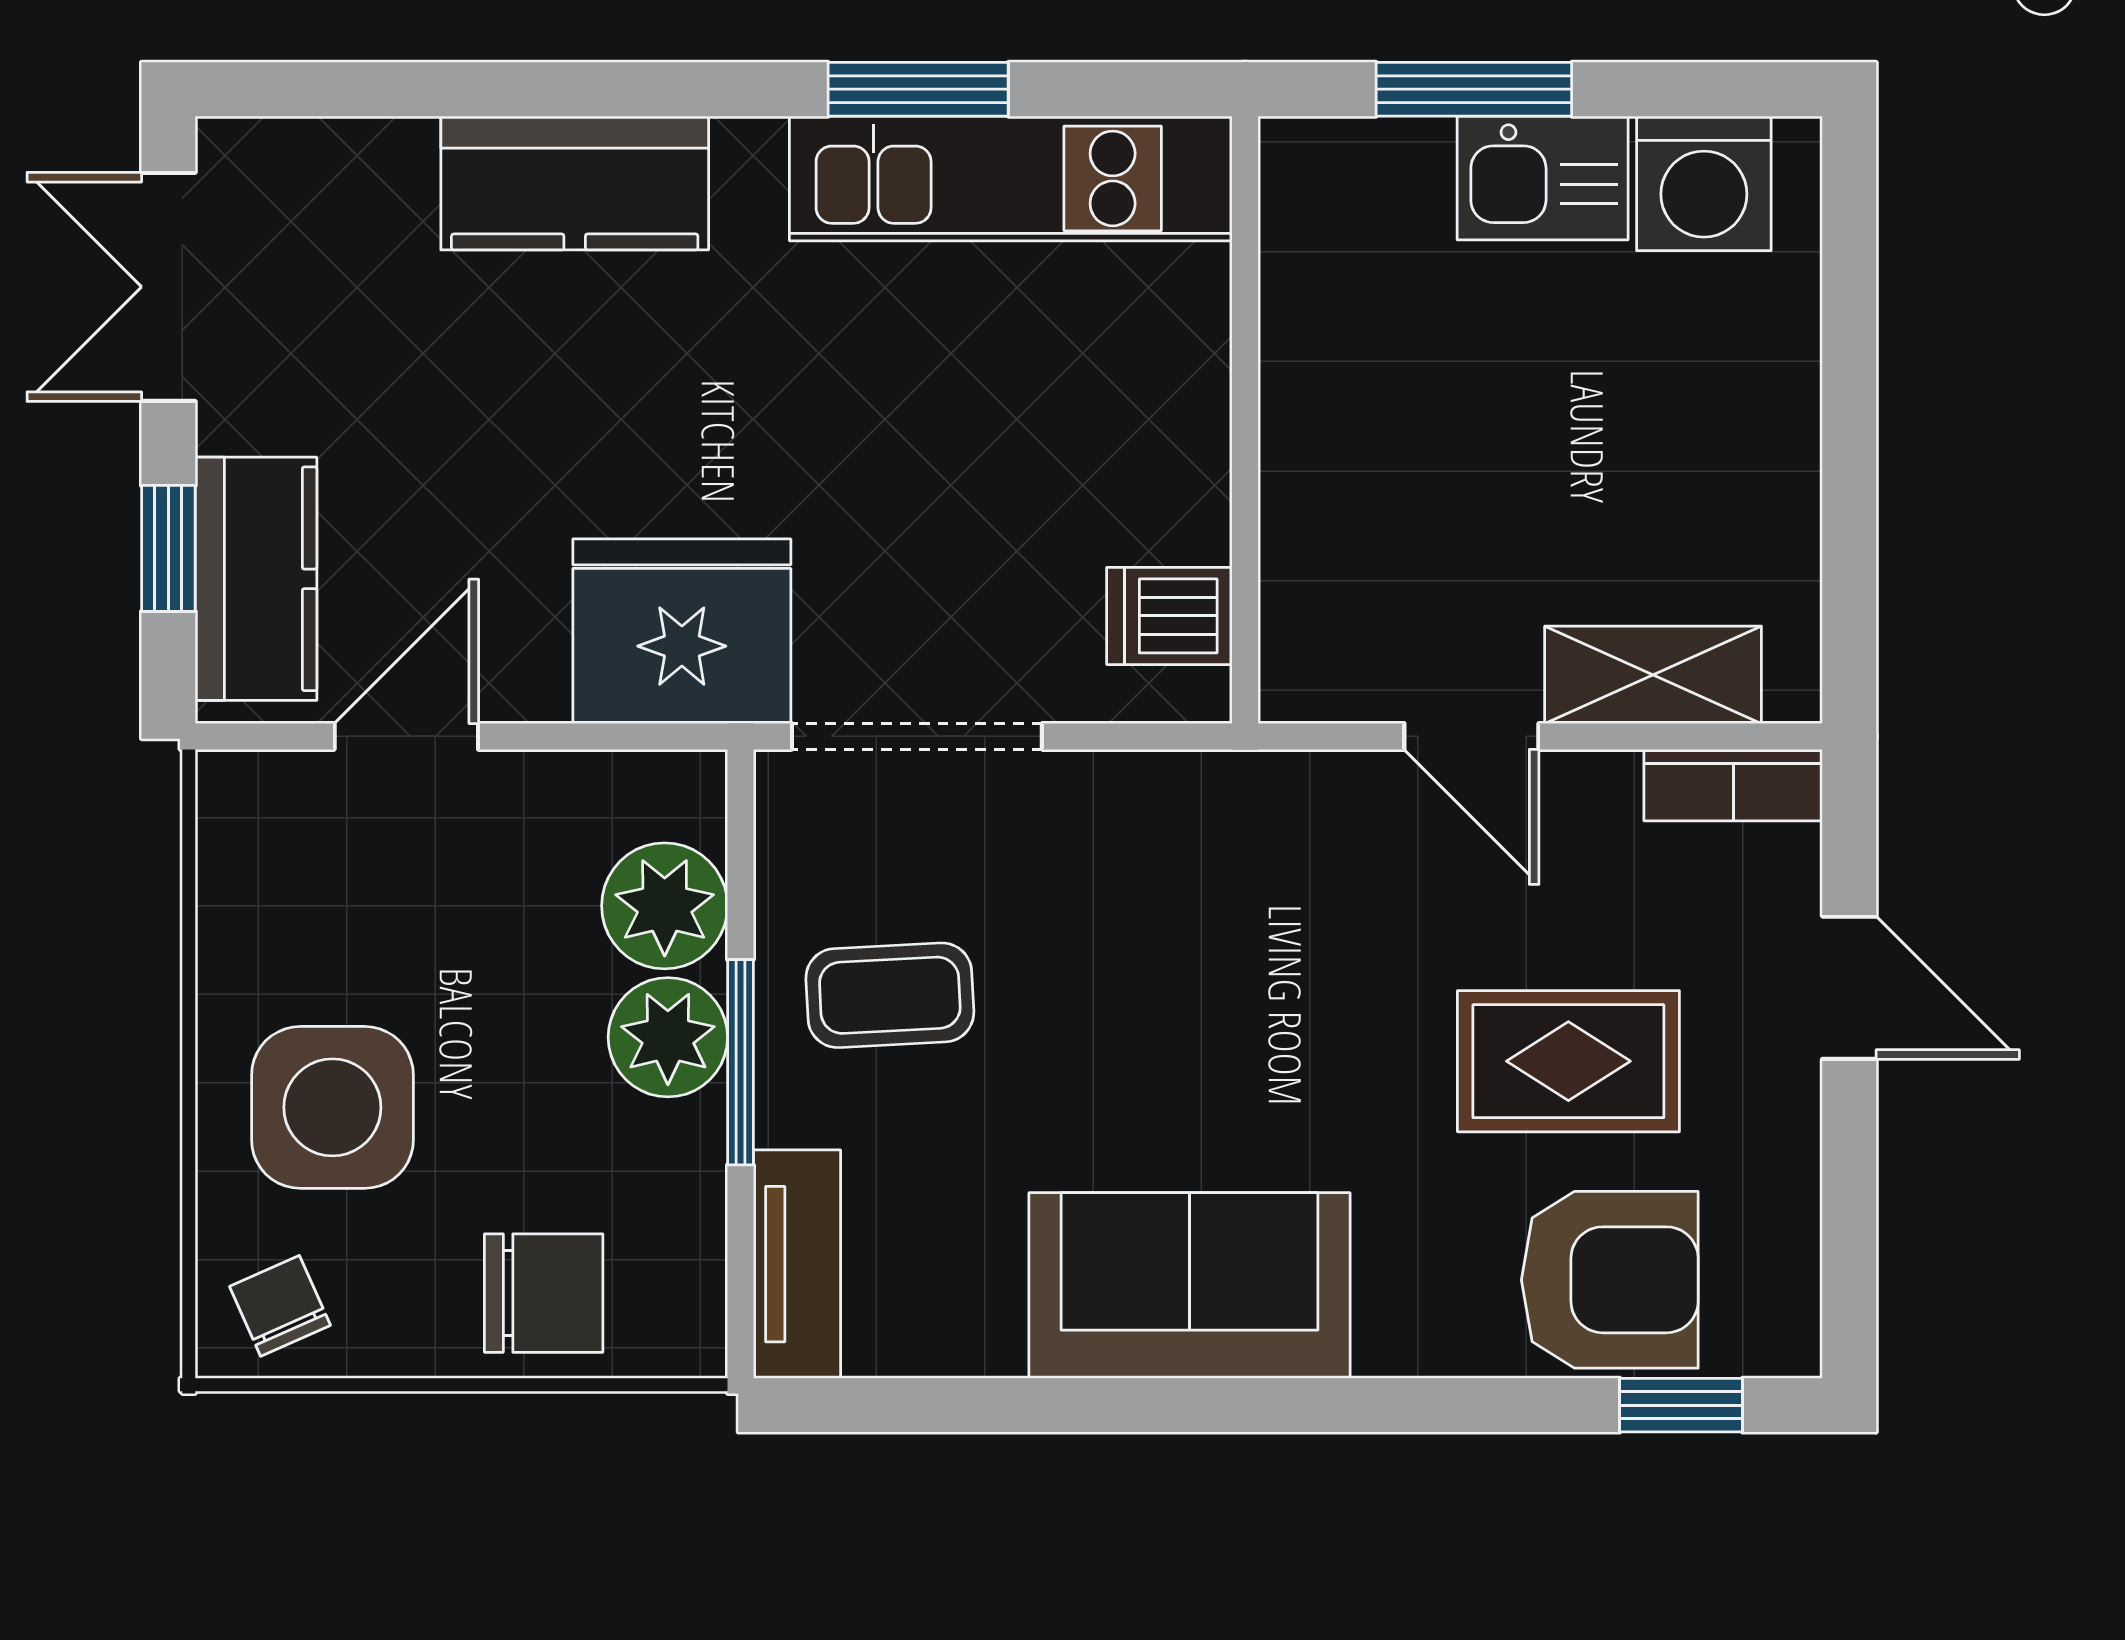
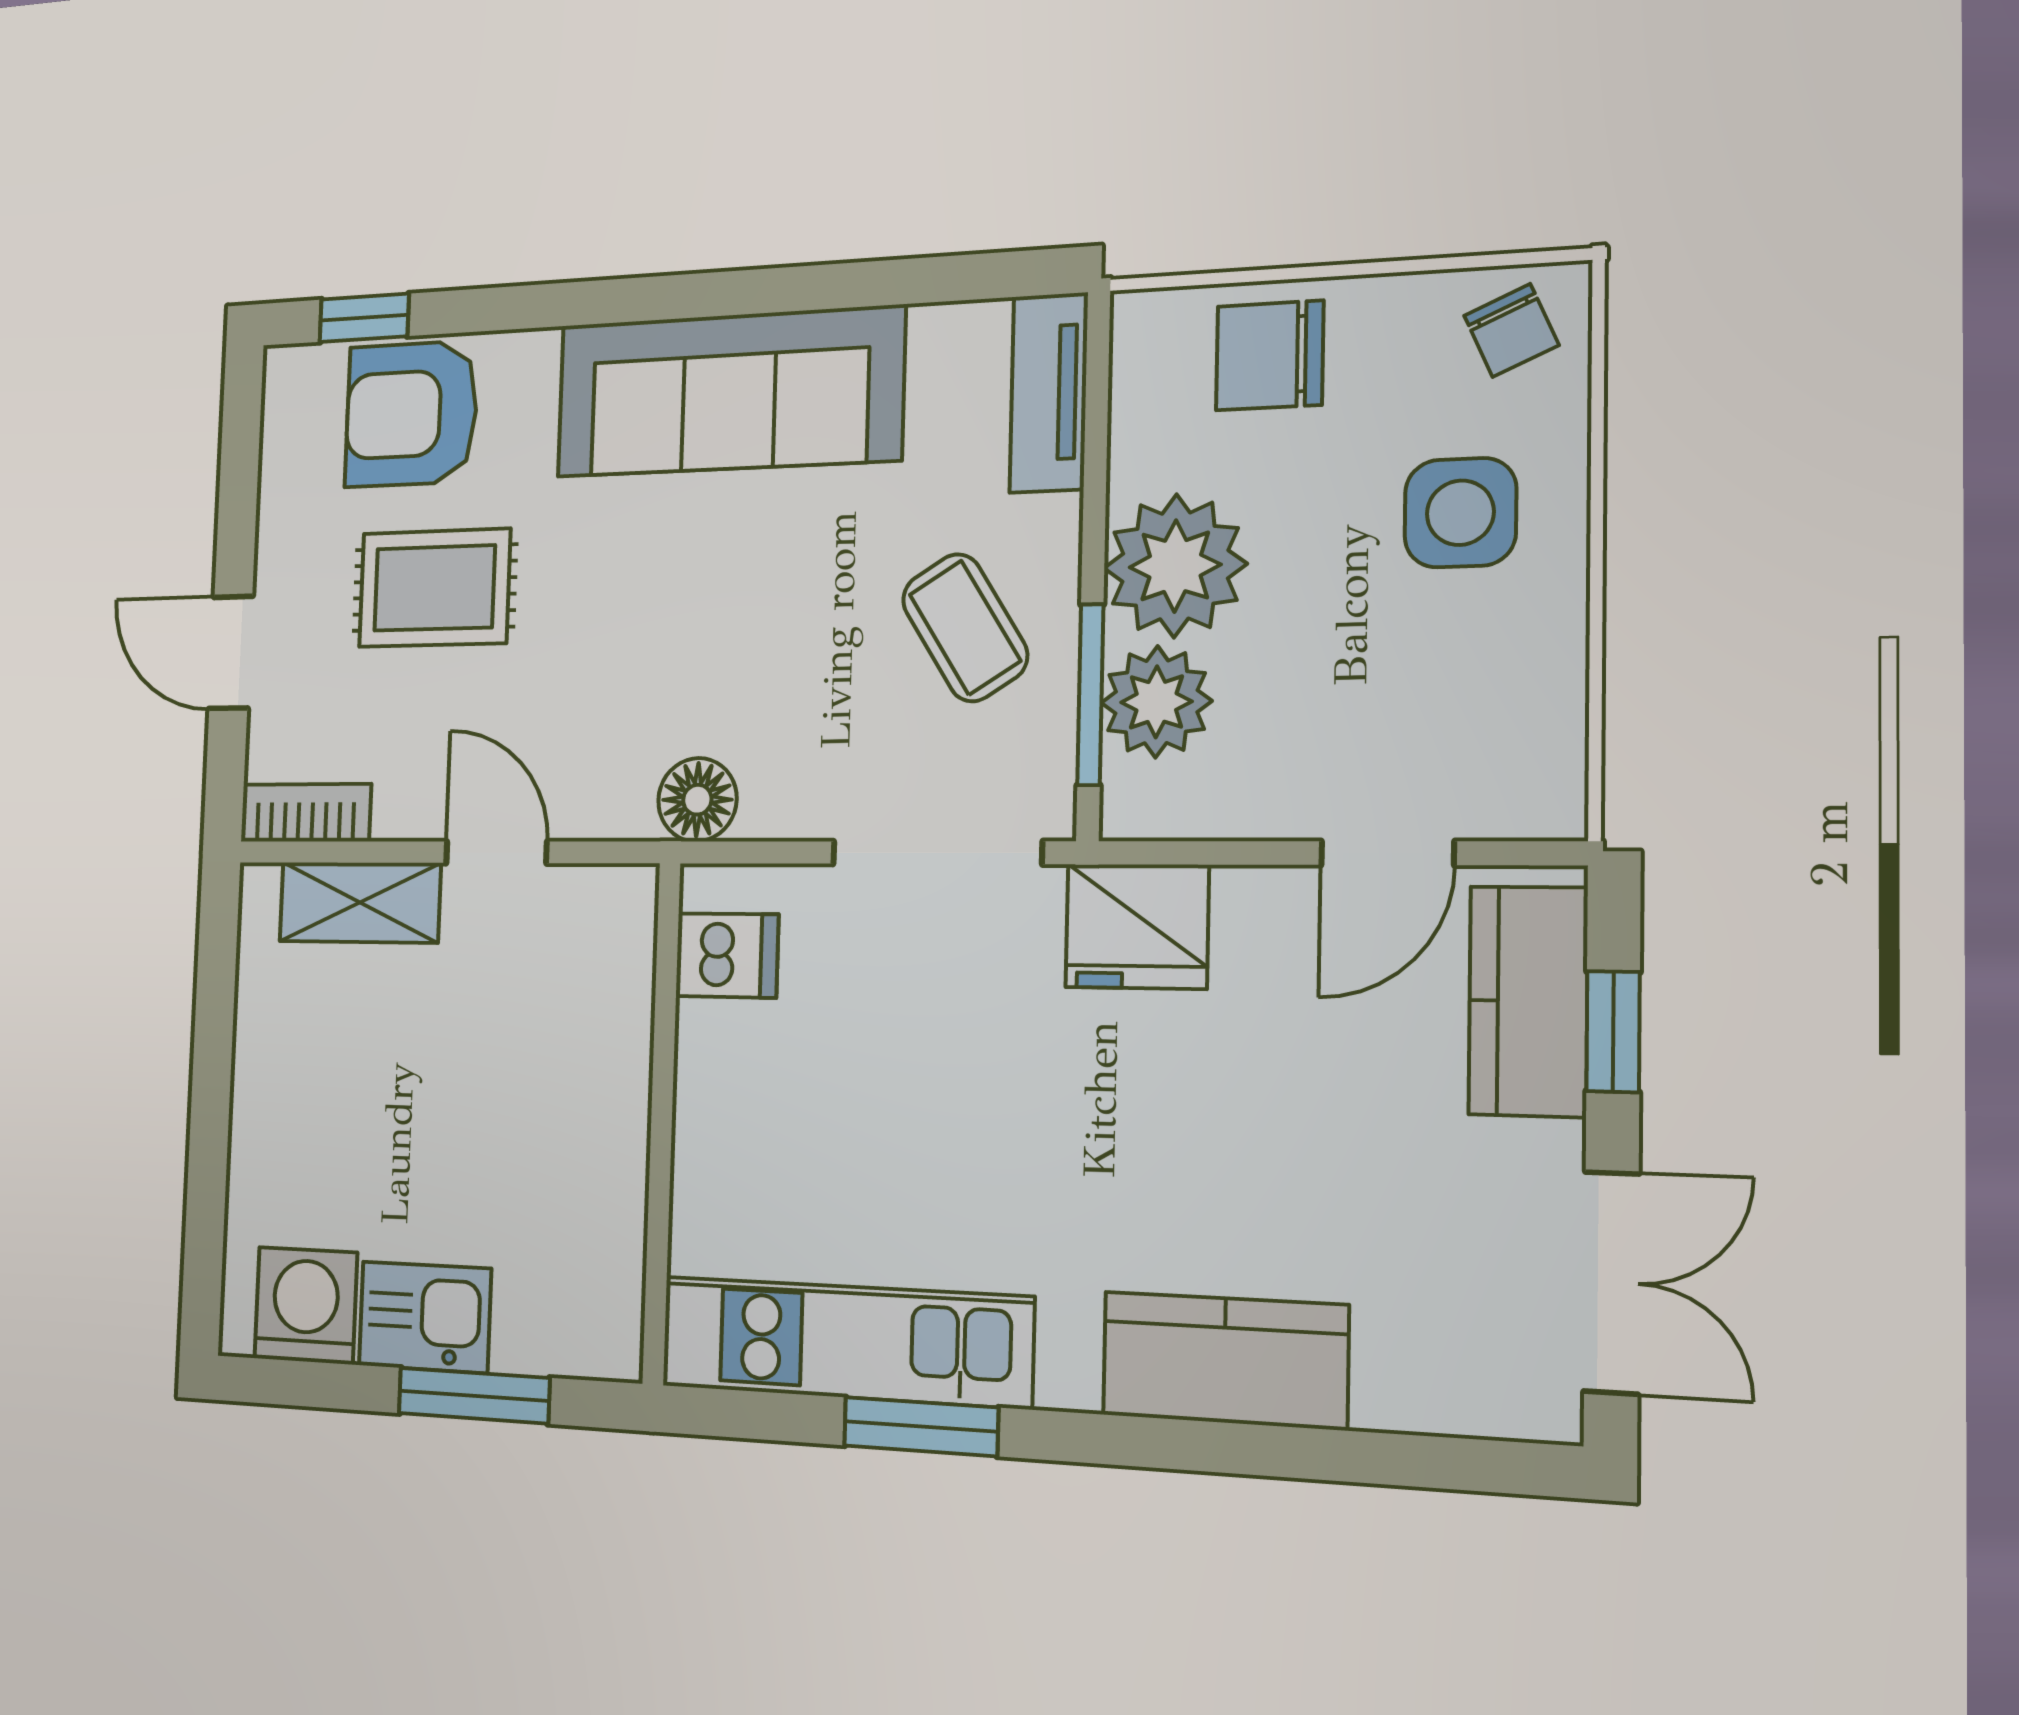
fridge: (682, 631) -> (1137, 926), width x0.73, depth x0.75
floor lamp: (1213, 799) -> (697, 800), added
coffee table: (890, 995) -> (965, 628), turned 61
plant: (668, 1037) -> (1175, 566), width x1.36, depth x1.36
window: (740, 1062) -> (1090, 695), moved
side table: (332, 1107) -> (1460, 513), width x0.73, depth x0.73
sofa: (1189, 1285) -> (729, 392), width x1.36

